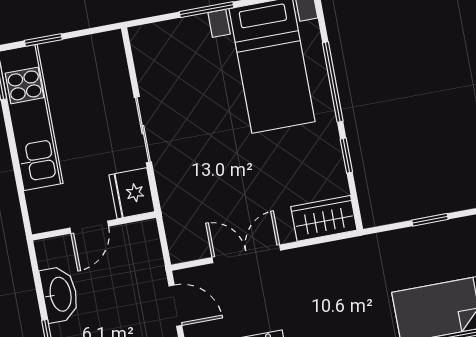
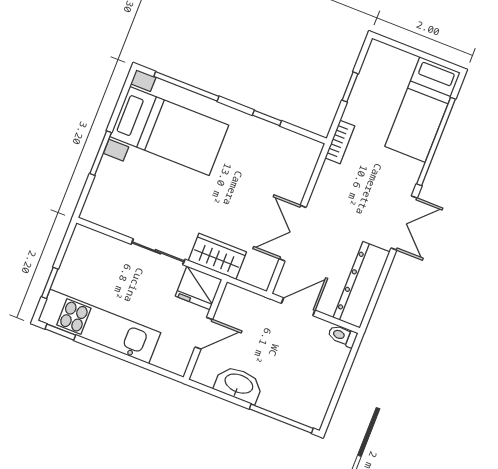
window: (333, 82) -> (186, 86), moved
wardrobe: (324, 218) -> (217, 256), moved, turned 90
door: (89, 227) -> (204, 333), hinge flipped
bookcase: (368, 244) -> (340, 142), added

